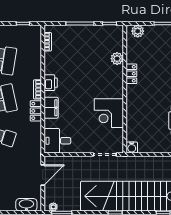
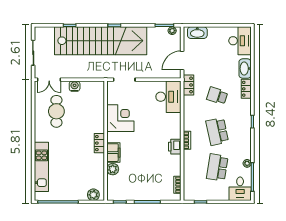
locker: (131, 74) -> (99, 143), moved
filing cabinet: (51, 108) -> (113, 153), moved, turned 180
locker: (36, 111) -> (188, 85), moved
desk: (57, 141) -> (168, 97), width x1.37
water cooler: (132, 147) -> (75, 86), moved

